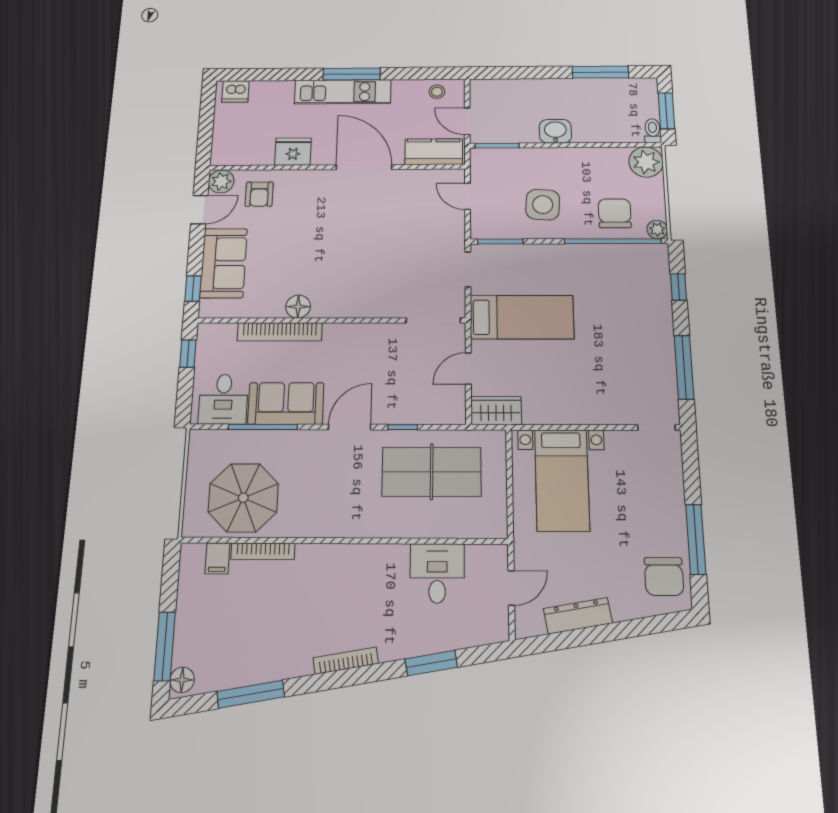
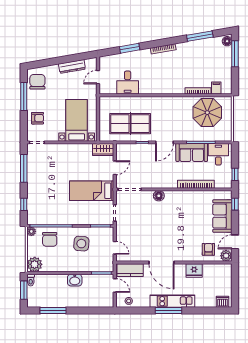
floor lamp: (298, 307) -> (159, 196), moved
armchair: (658, 486) -> (38, 118), added

